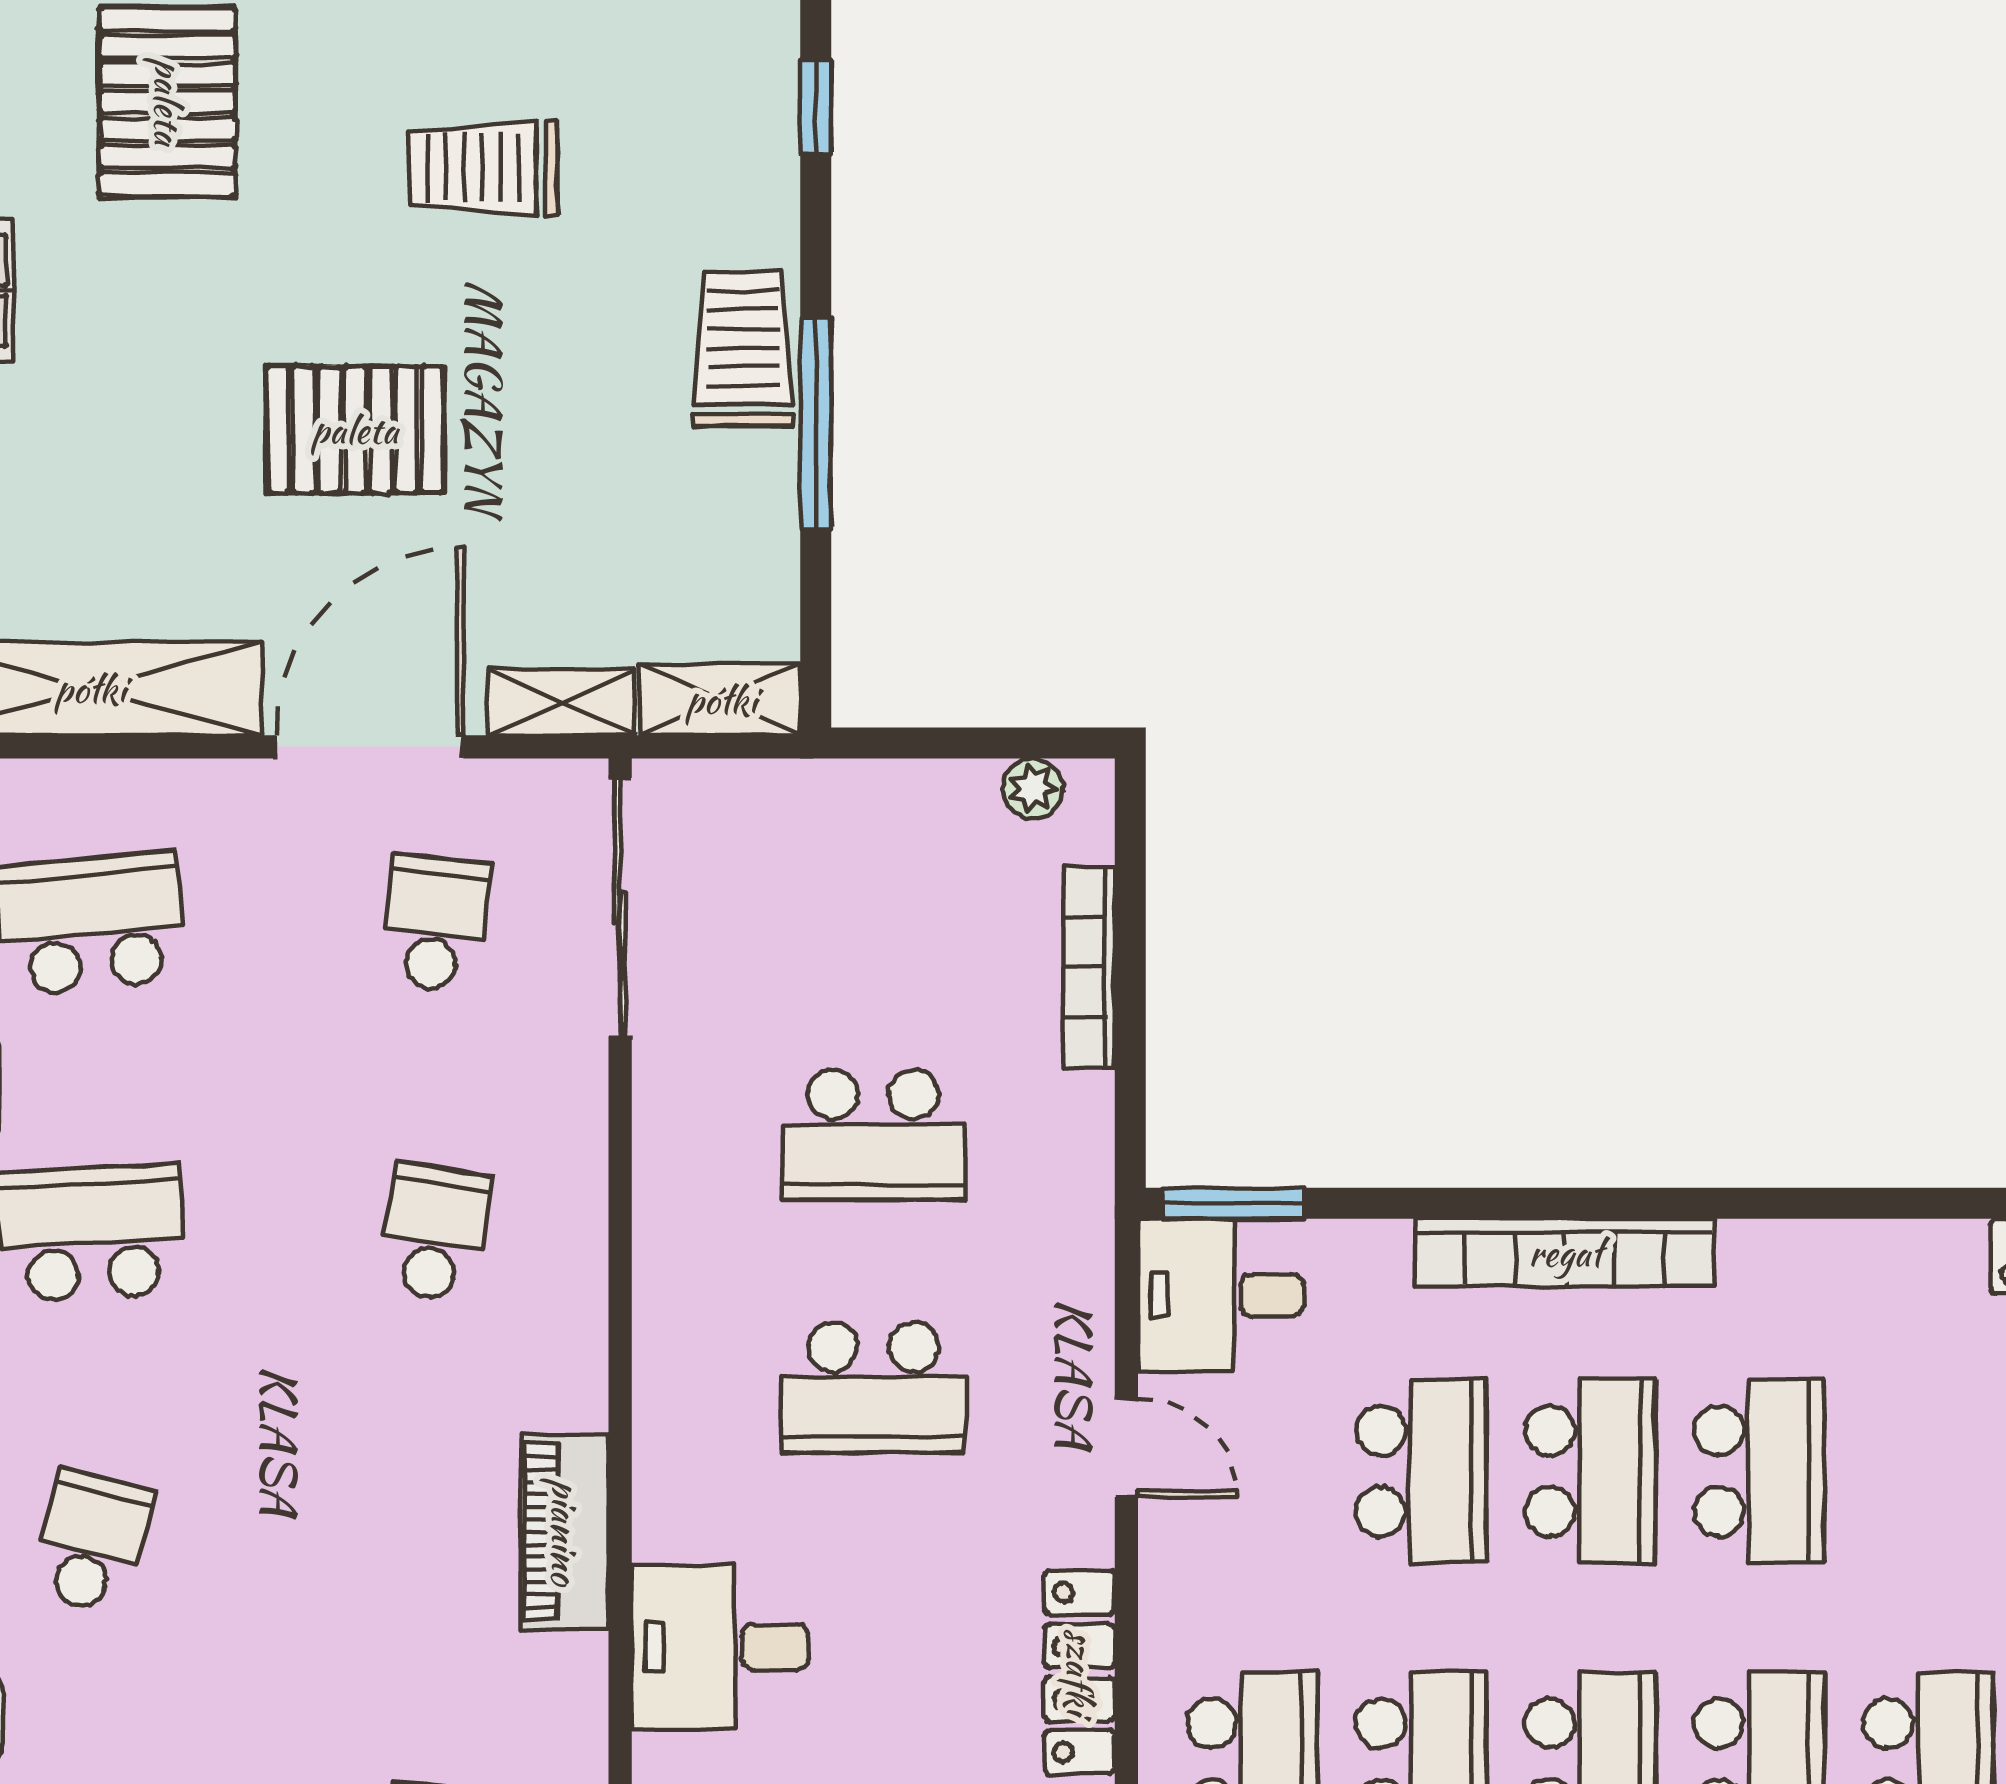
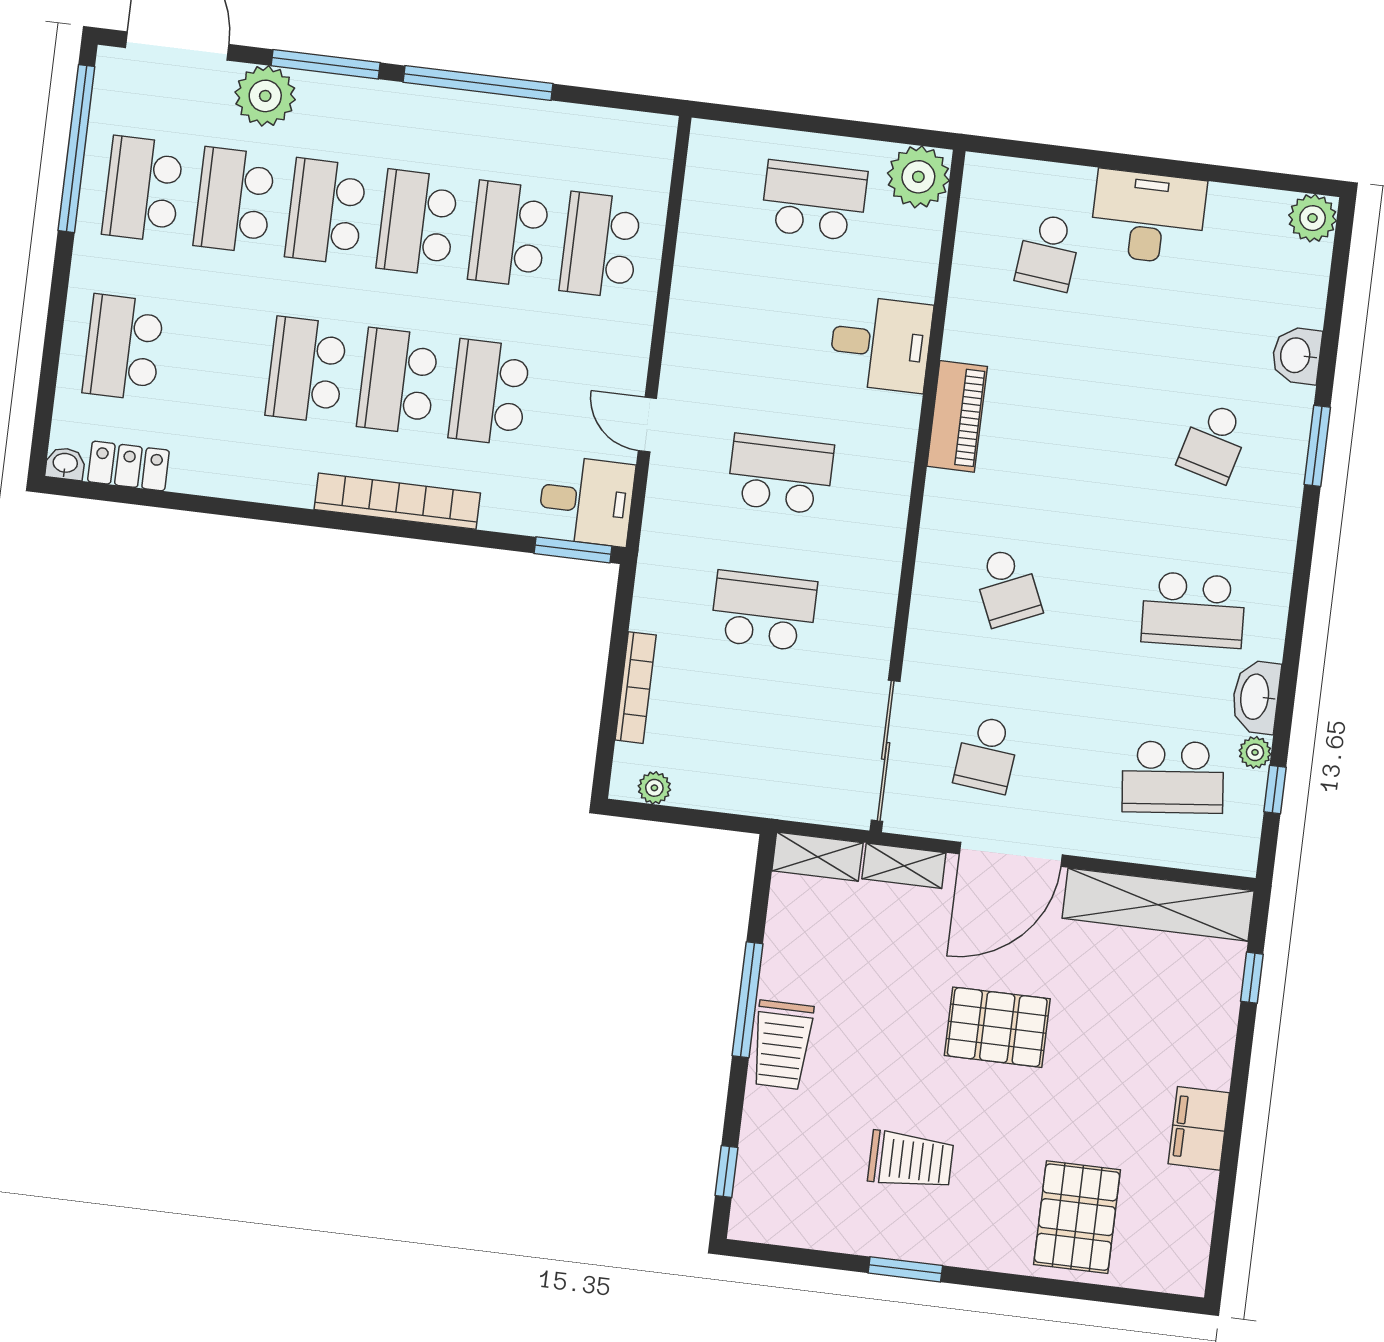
school desk: (435, 1233) -> (1007, 587), turned -33
locker: (1080, 1672) -> (688, 306), removed

